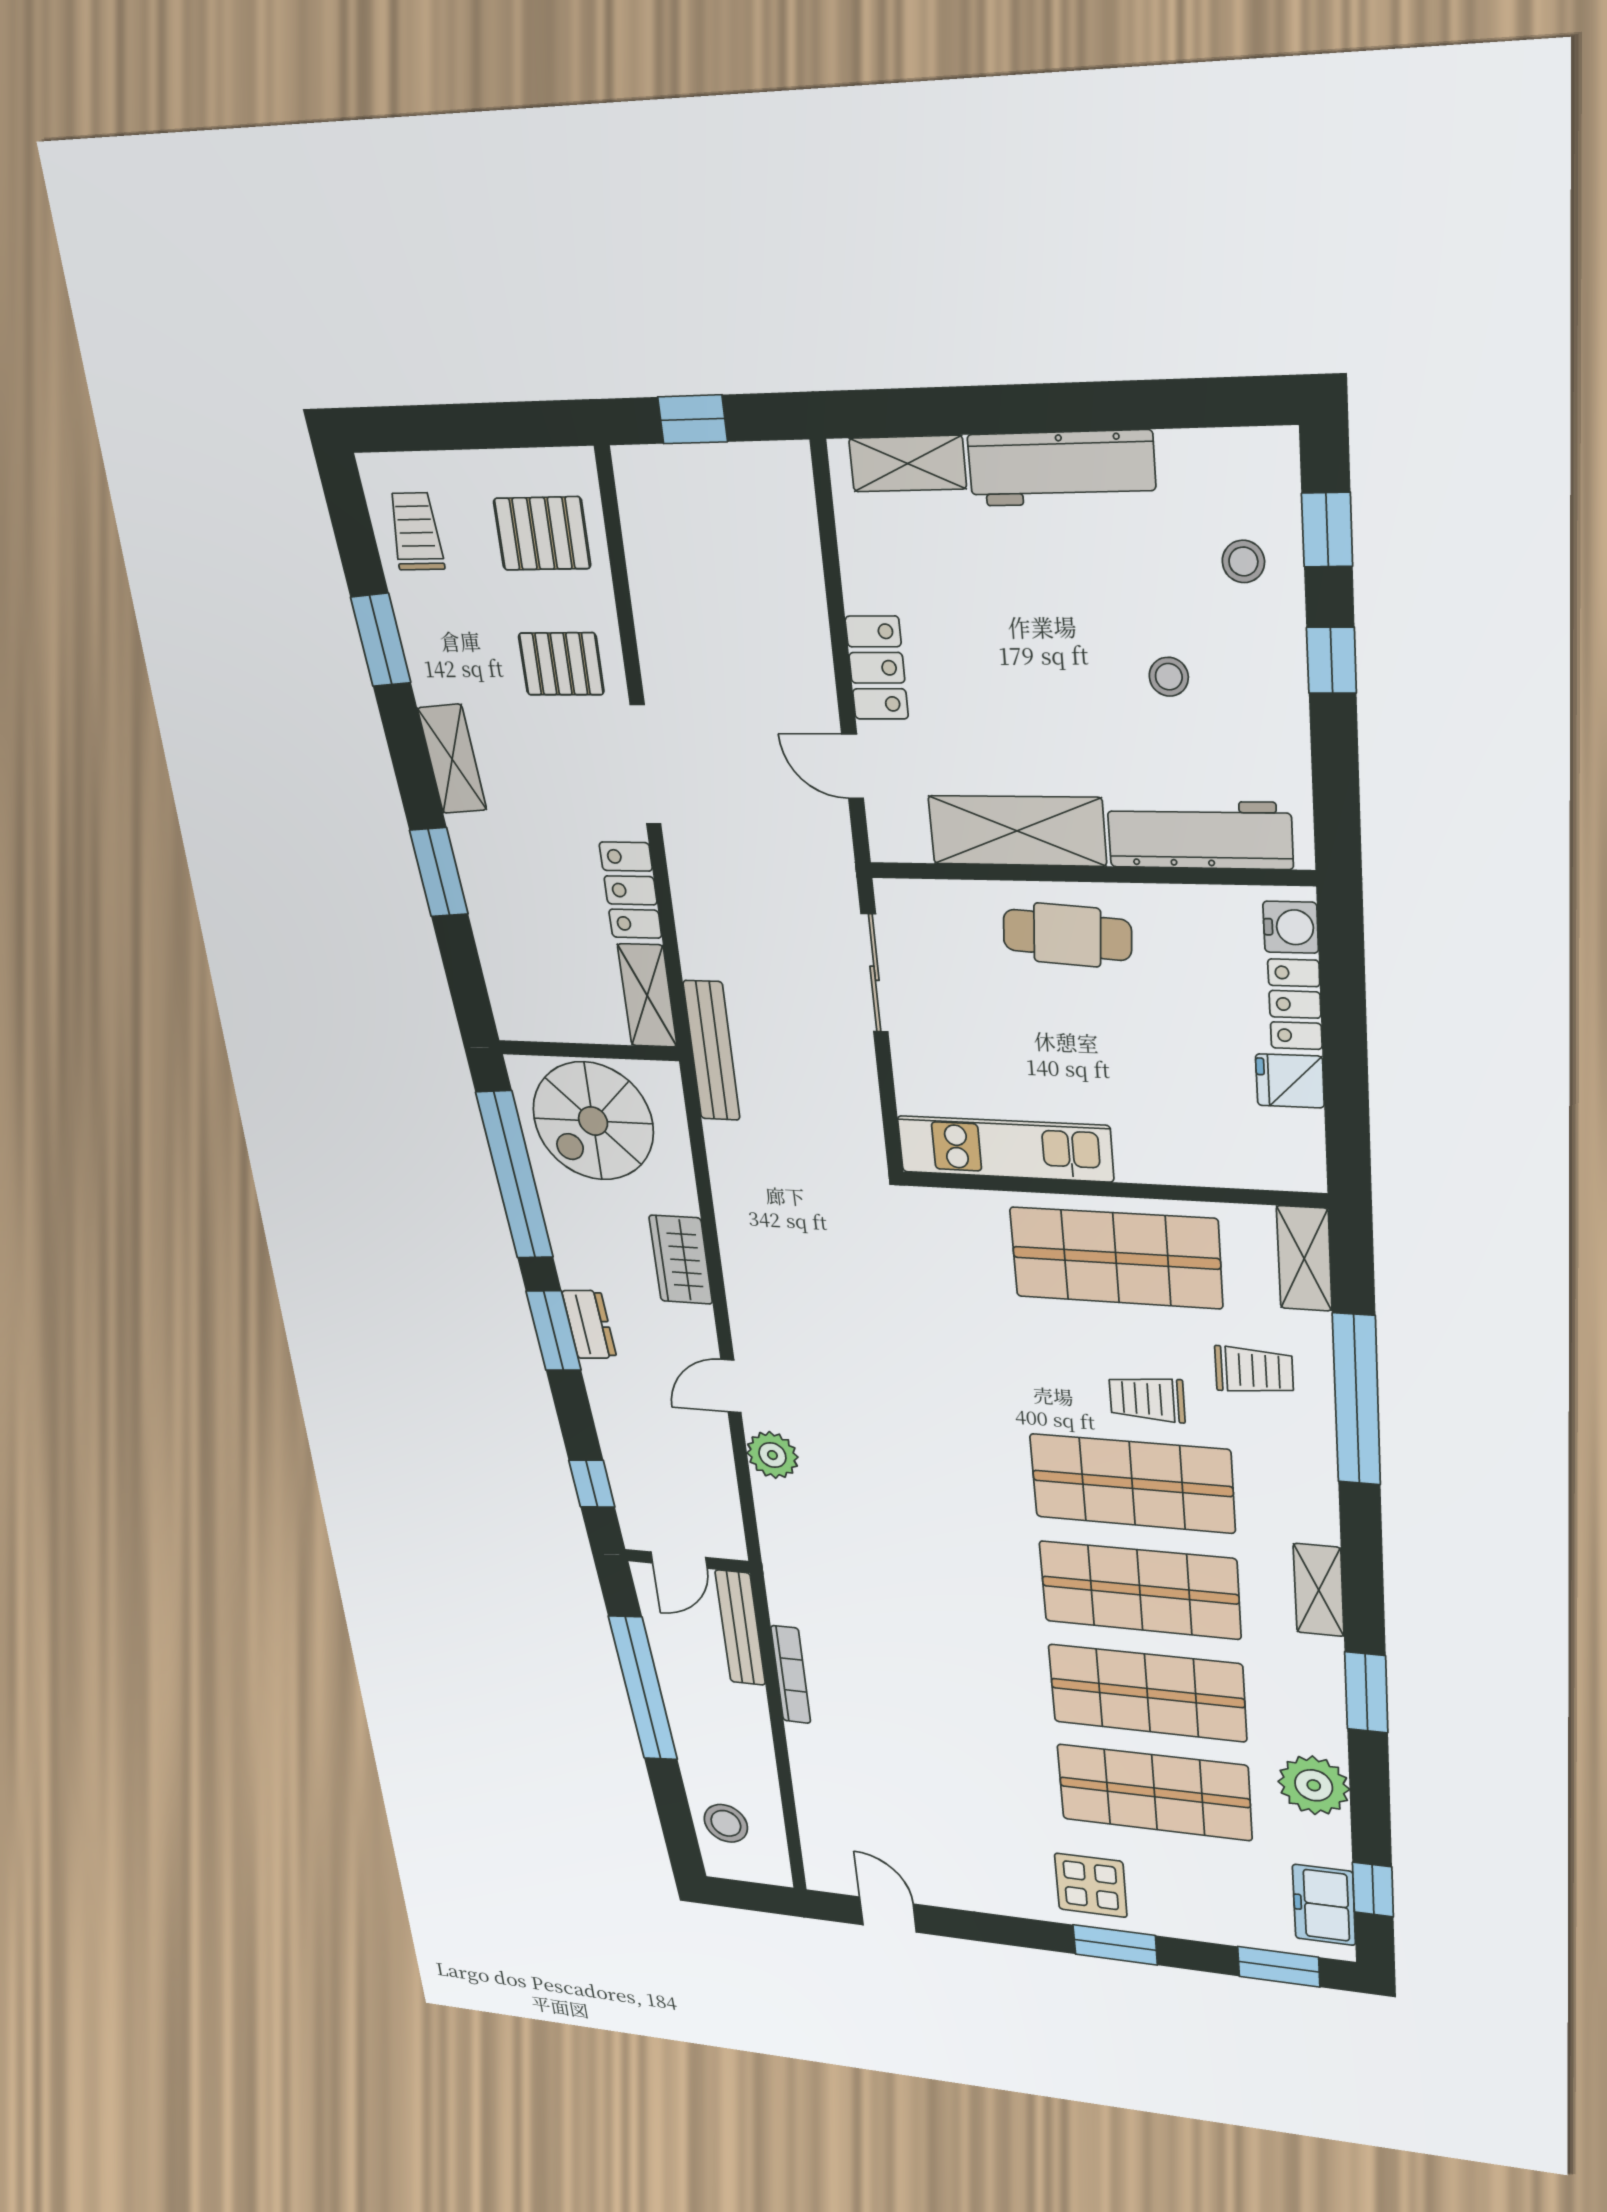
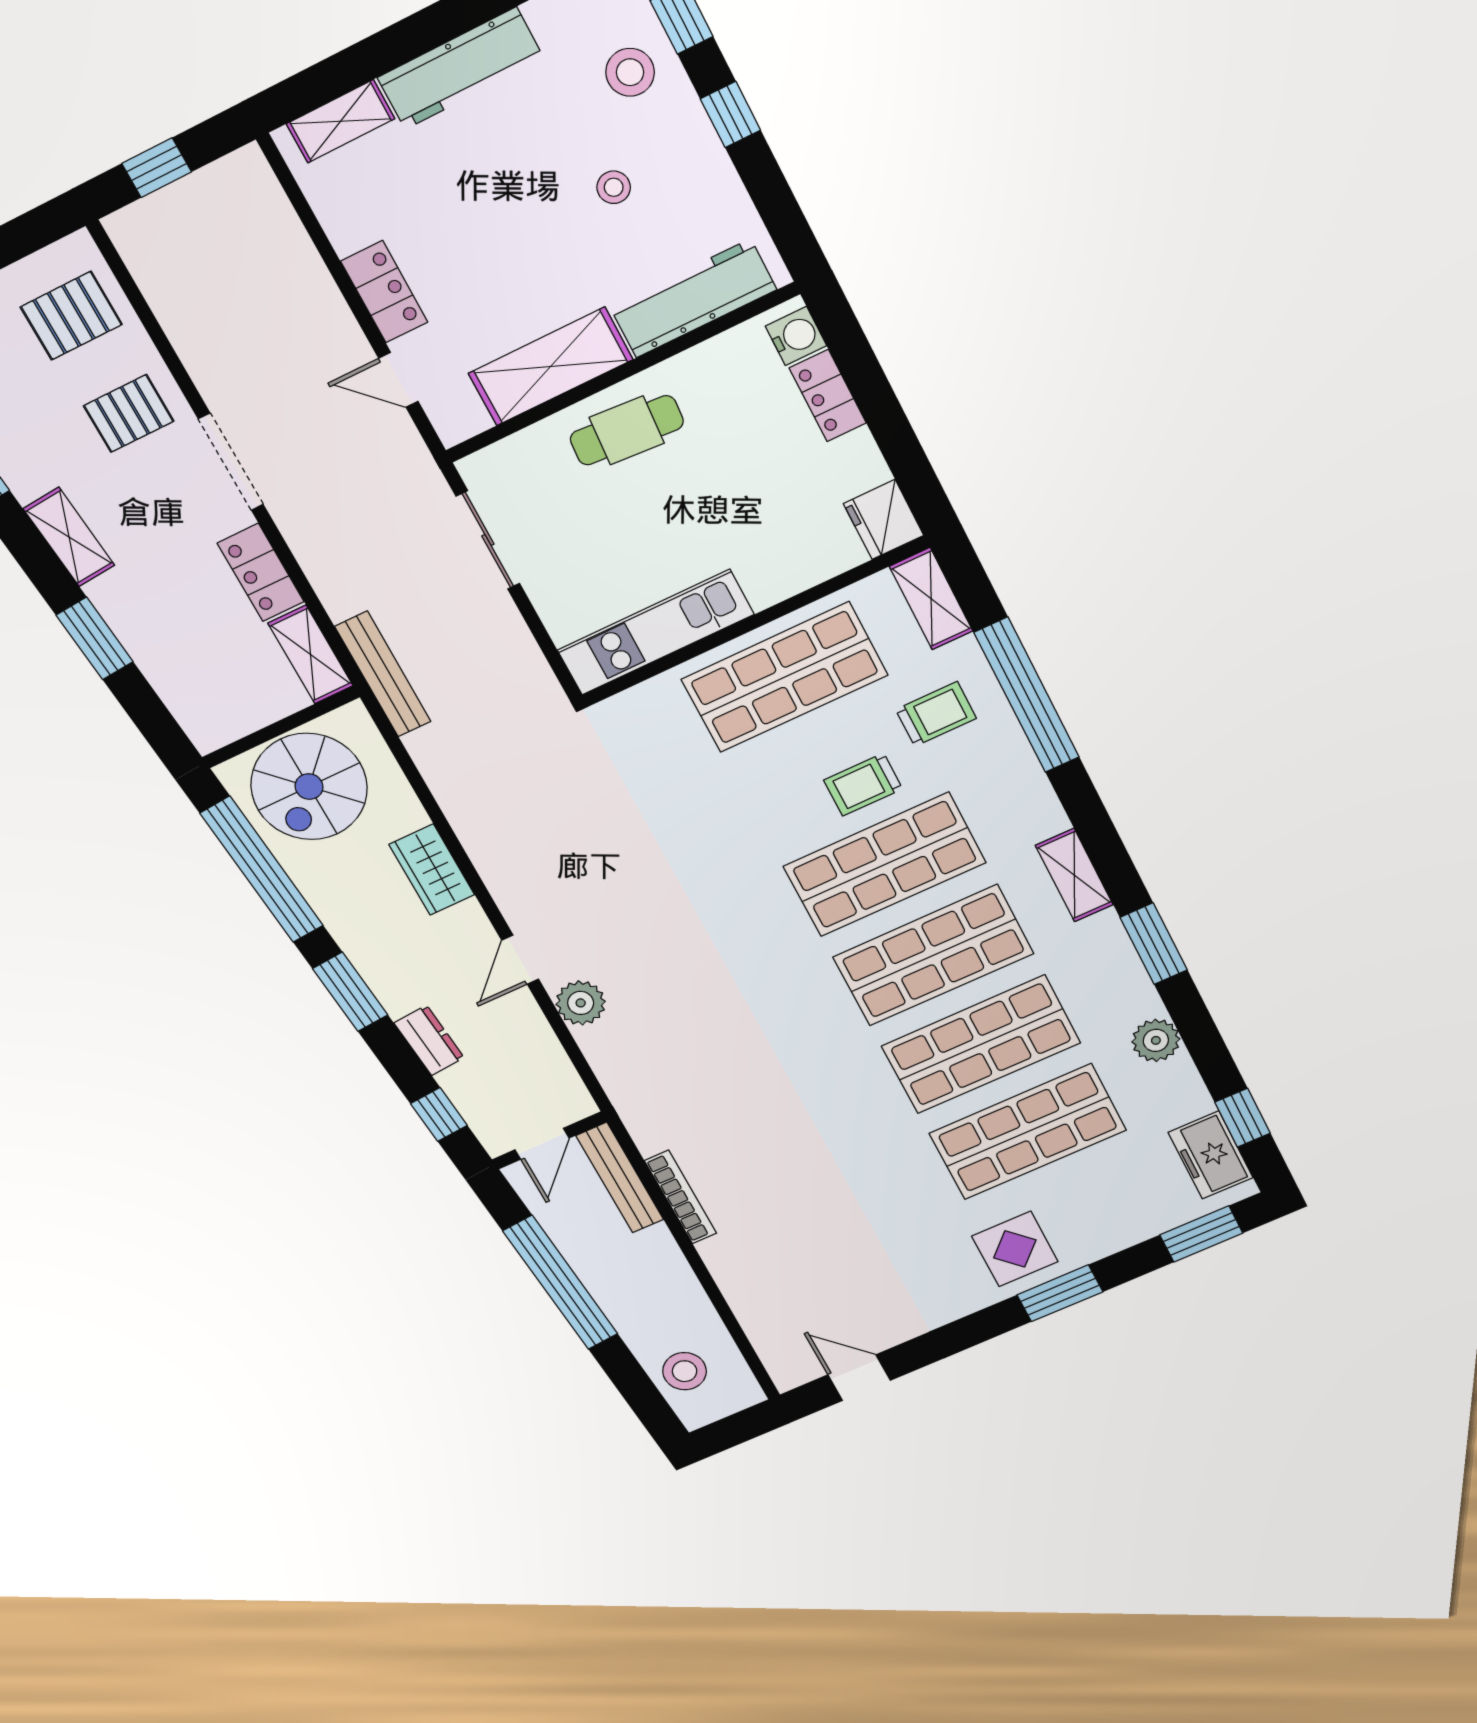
stool: (1243, 561) -> (630, 72), width x1.37, depth x1.37
fridge: (1290, 1081) -> (884, 519), moved, width x1.38
dresser: (589, 1324) -> (429, 1040), moved
plant: (1314, 1785) -> (1156, 1040), width x0.73, depth x0.73

